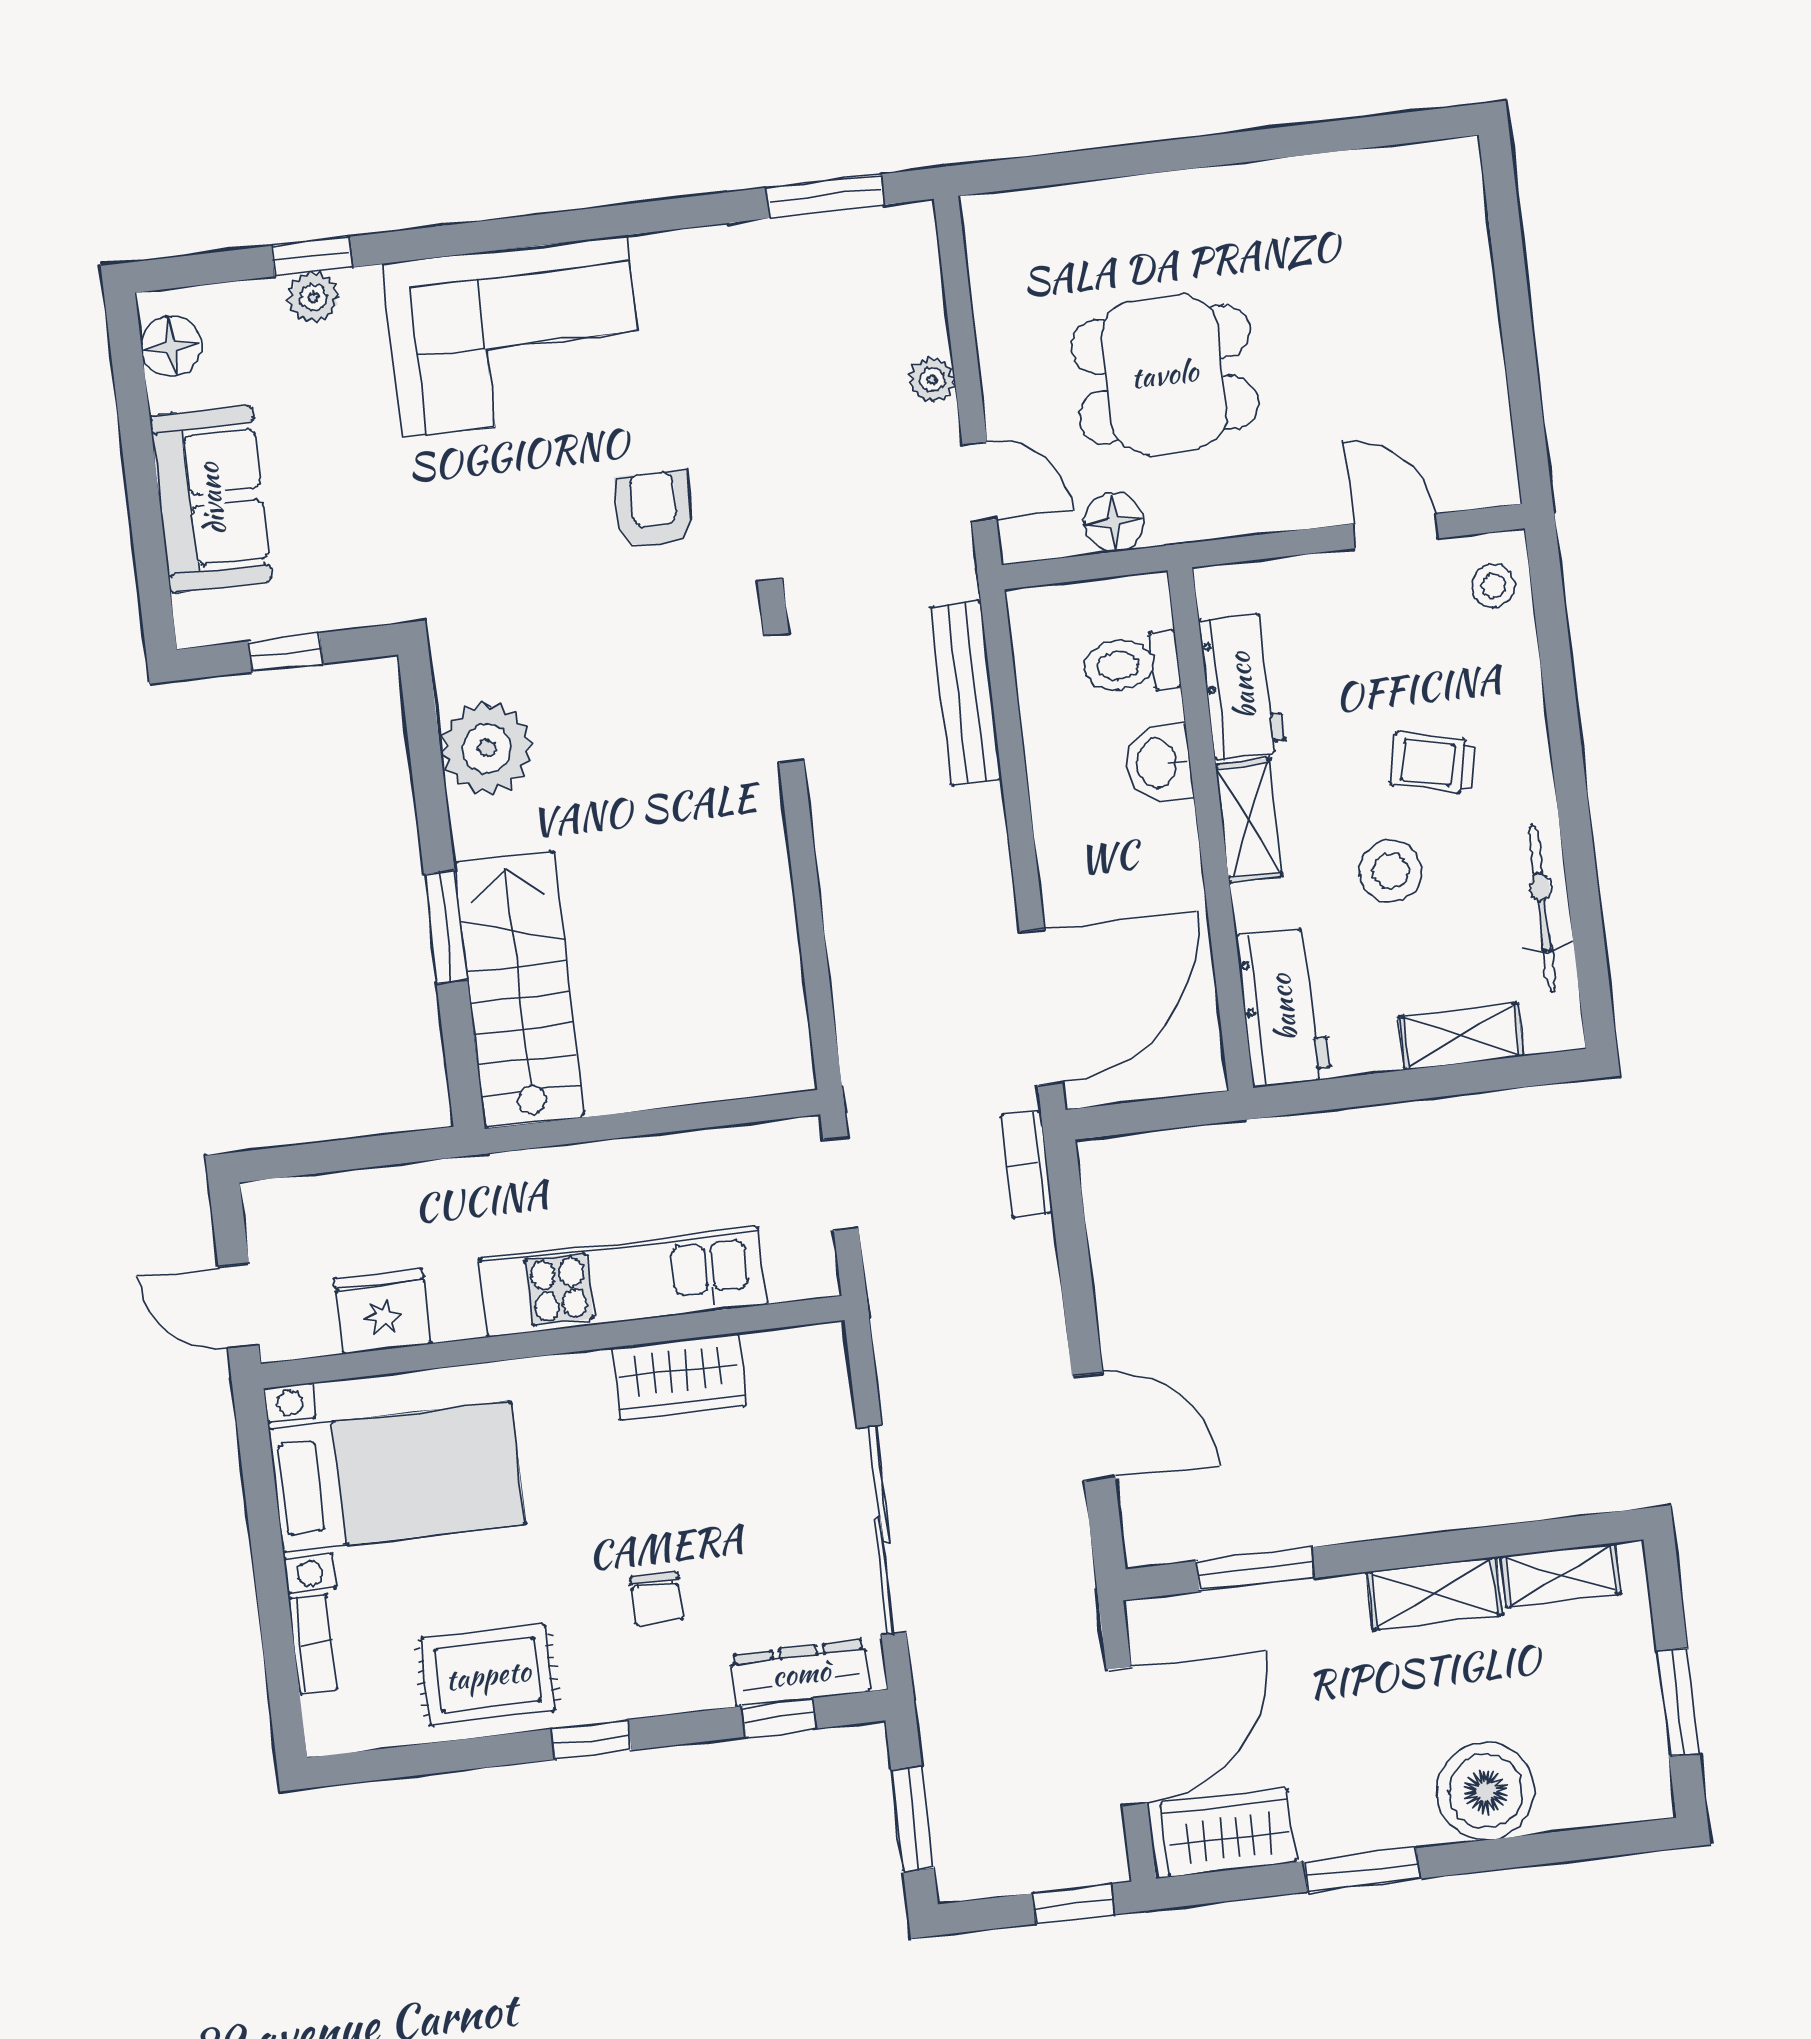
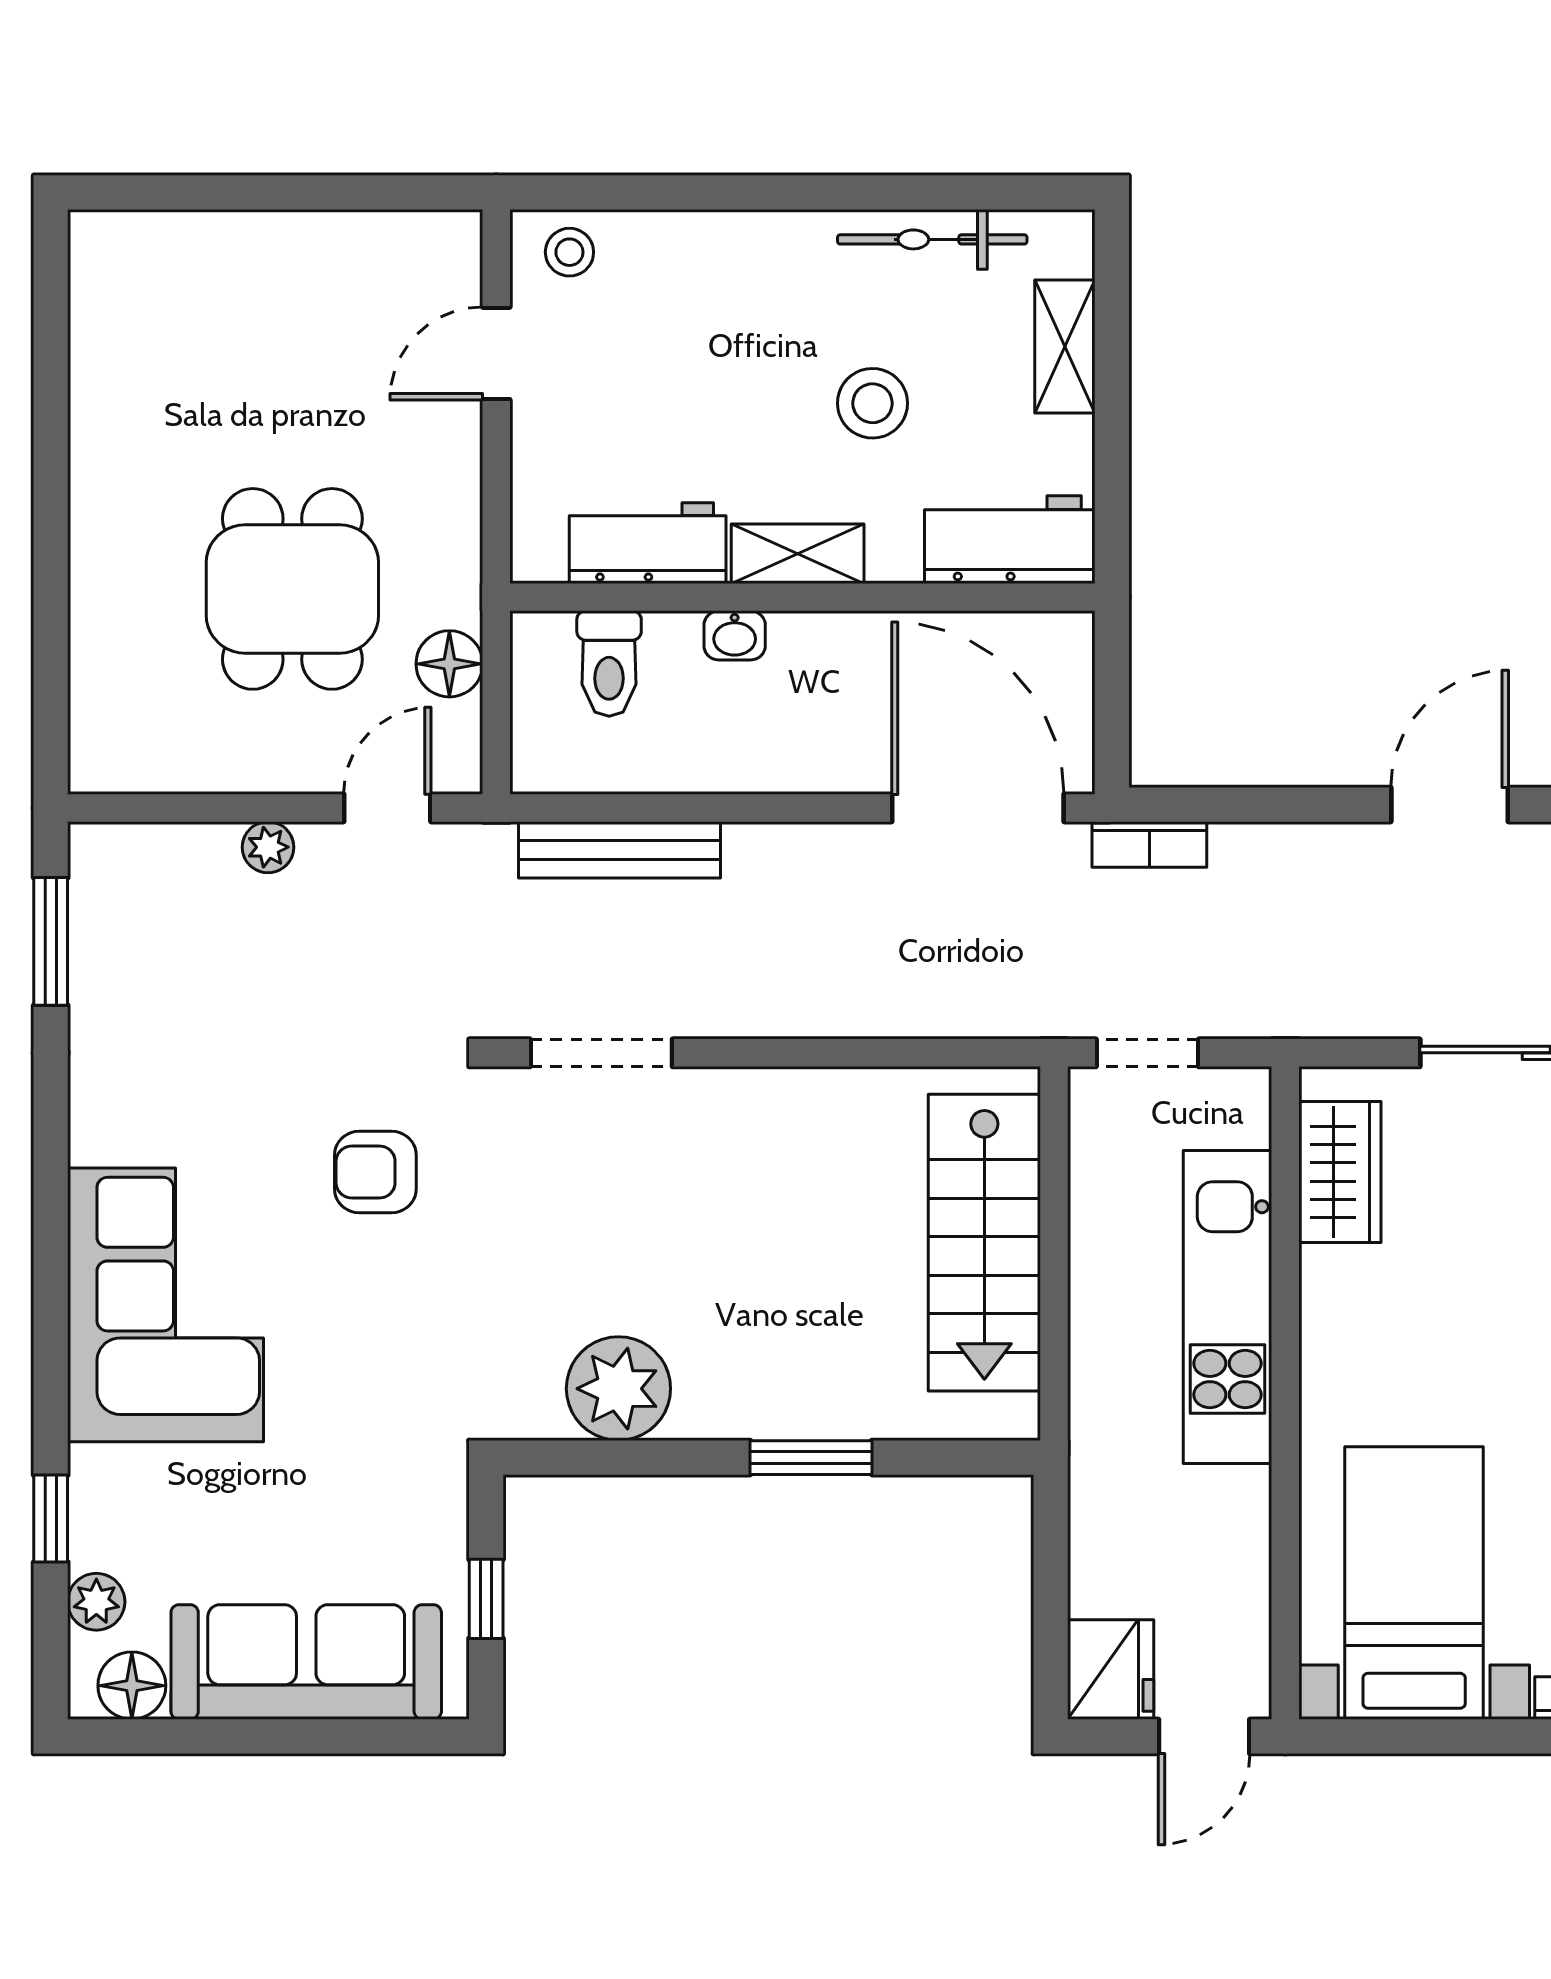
plant: (313, 297) -> (96, 1602), moved
sofa: (211, 499) -> (306, 1662), width x1.36
trolley: (1433, 763) -> (758, 341), removed
washbasin: (1158, 764) -> (735, 635), width x0.72, depth x0.69
stairs: (519, 989) -> (984, 1243), moved, turned -90
fridge: (383, 1311) -> (1111, 1669), moved, turned 180
wardrobe: (679, 1376) -> (1340, 1172), moved

